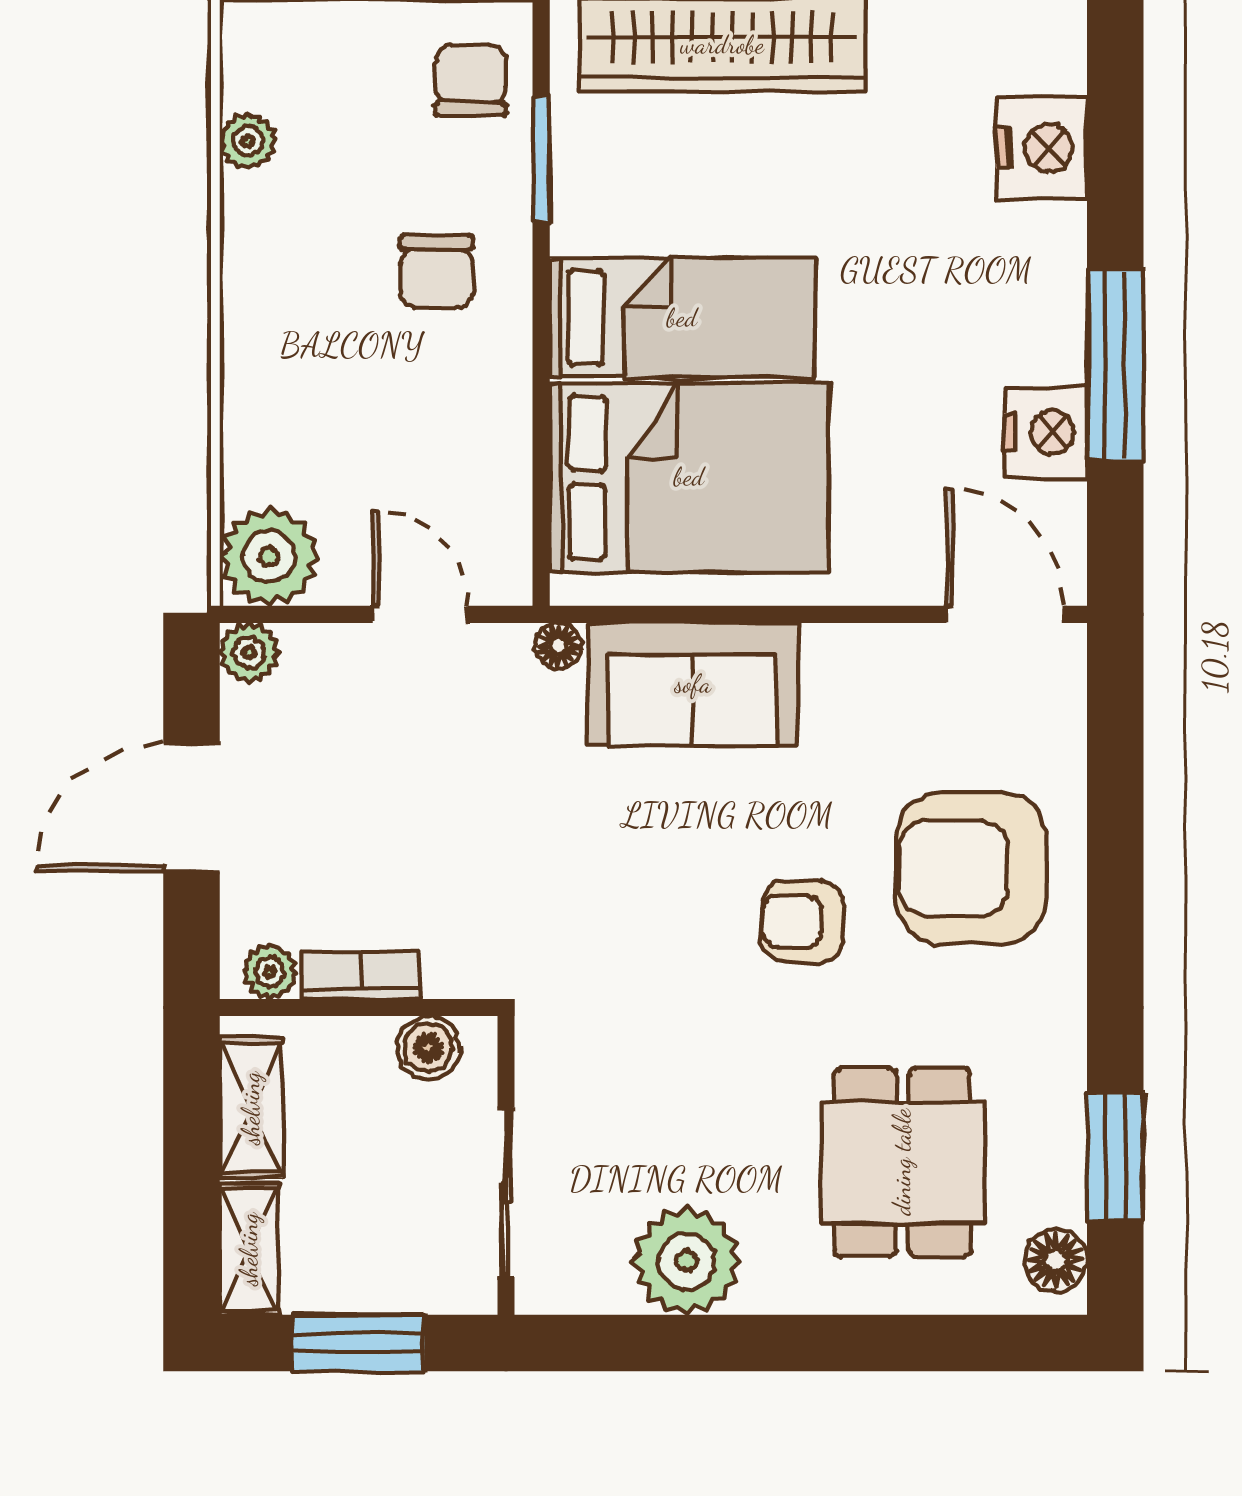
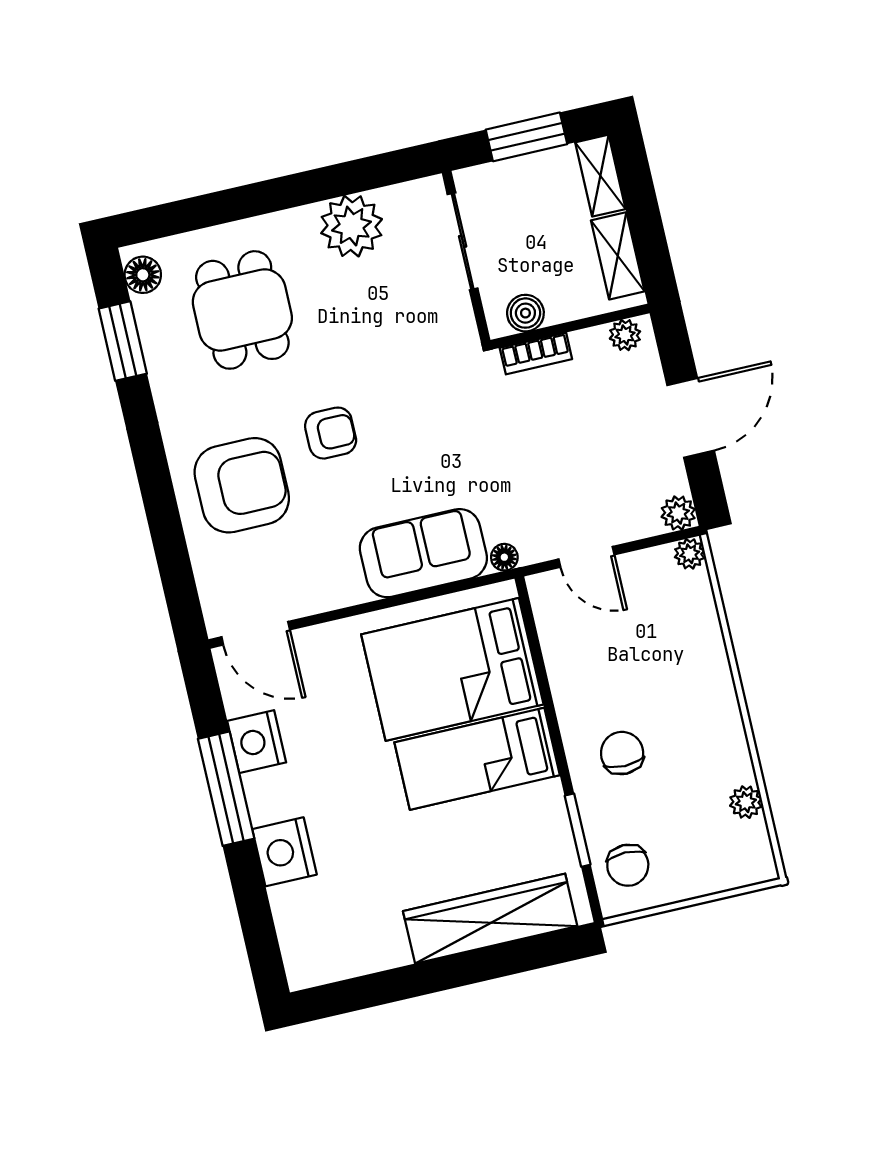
nightstand: (1042, 148) -> (284, 852), moved
plant: (269, 557) -> (690, 554), width x0.53, depth x0.53
bookcase: (361, 976) -> (536, 353), moved

